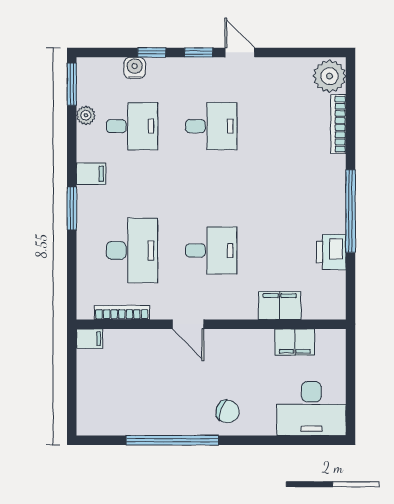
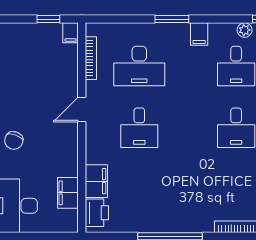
printer: (331, 252) -> (97, 213), moved, turned 90
window: (72, 367) -> (48, 19), added

